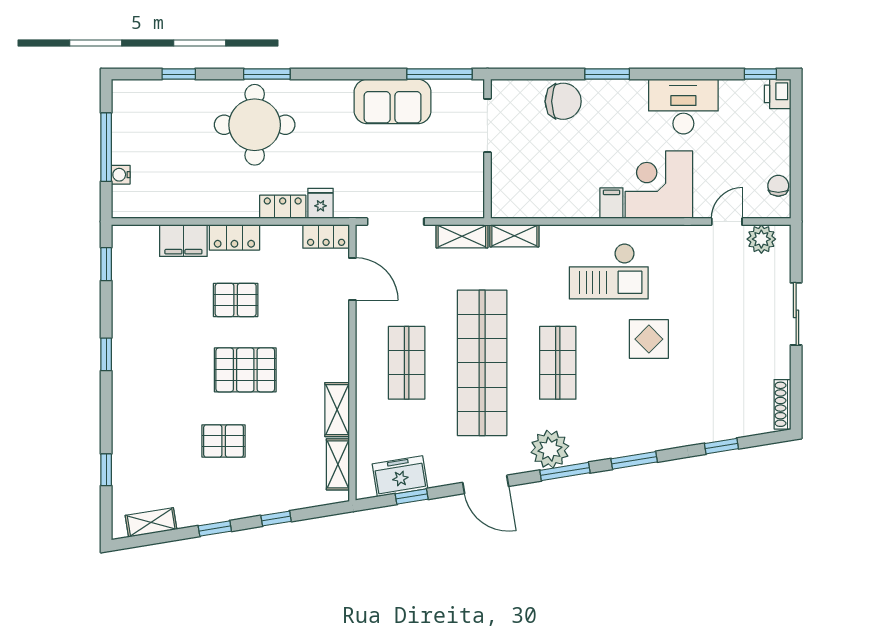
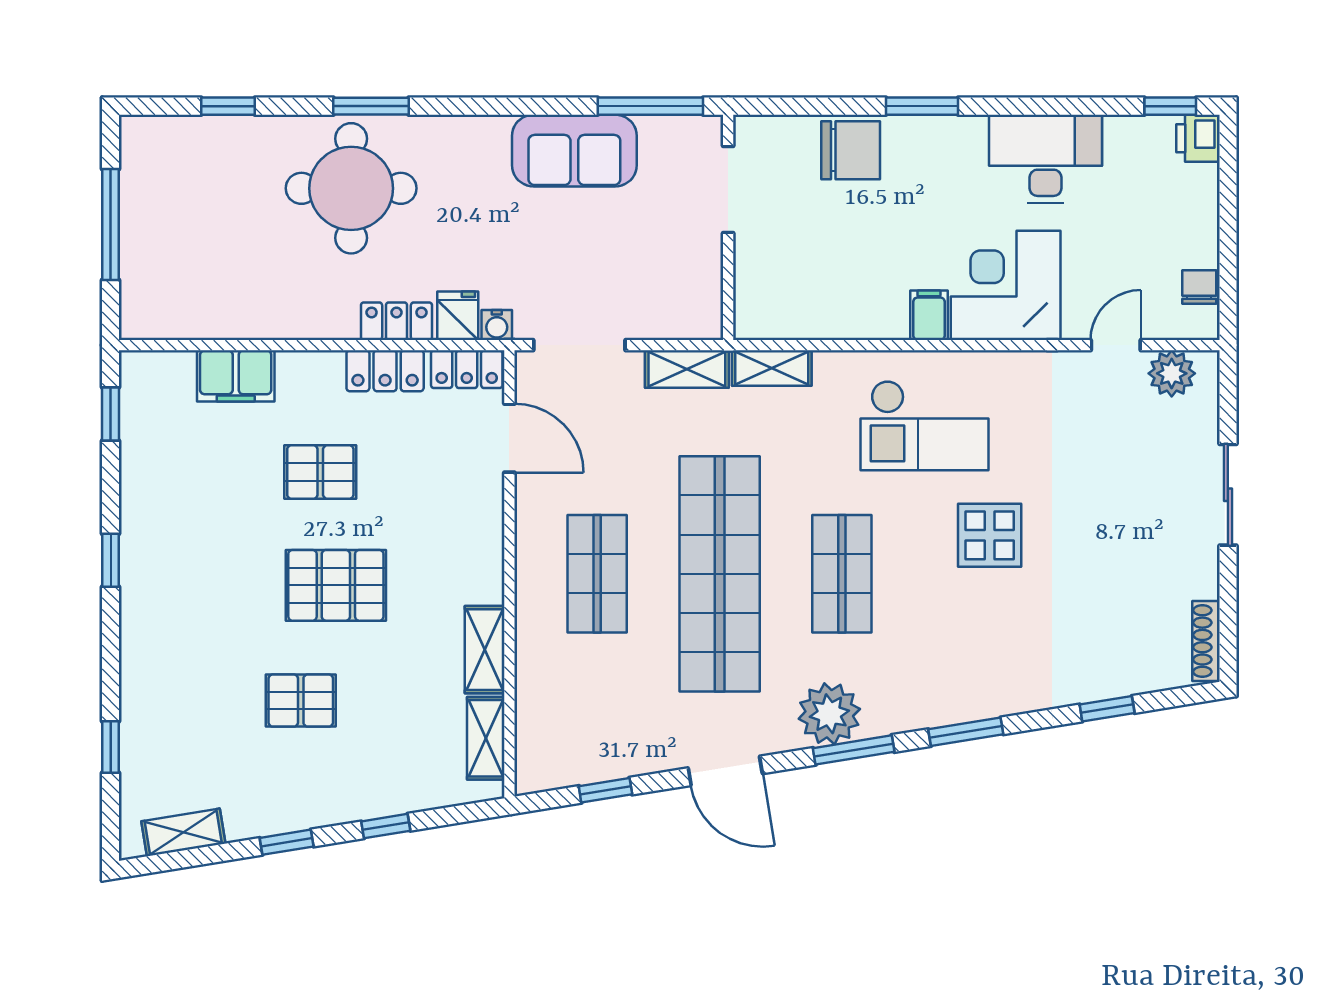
water cooler: (121, 175) -> (497, 325), moved, turned -90
locker: (234, 237) -> (385, 371), moved
freezer: (400, 476) -> (586, 758), removed

